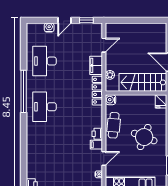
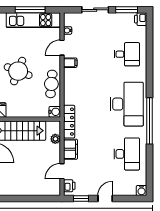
water cooler: (49, 27) -> (142, 191), moved
desk: (45, 107) -> (127, 104), width x1.36, depth x1.30
printer: (97, 134) -> (69, 186), moved
desk: (45, 153) -> (127, 54), added

